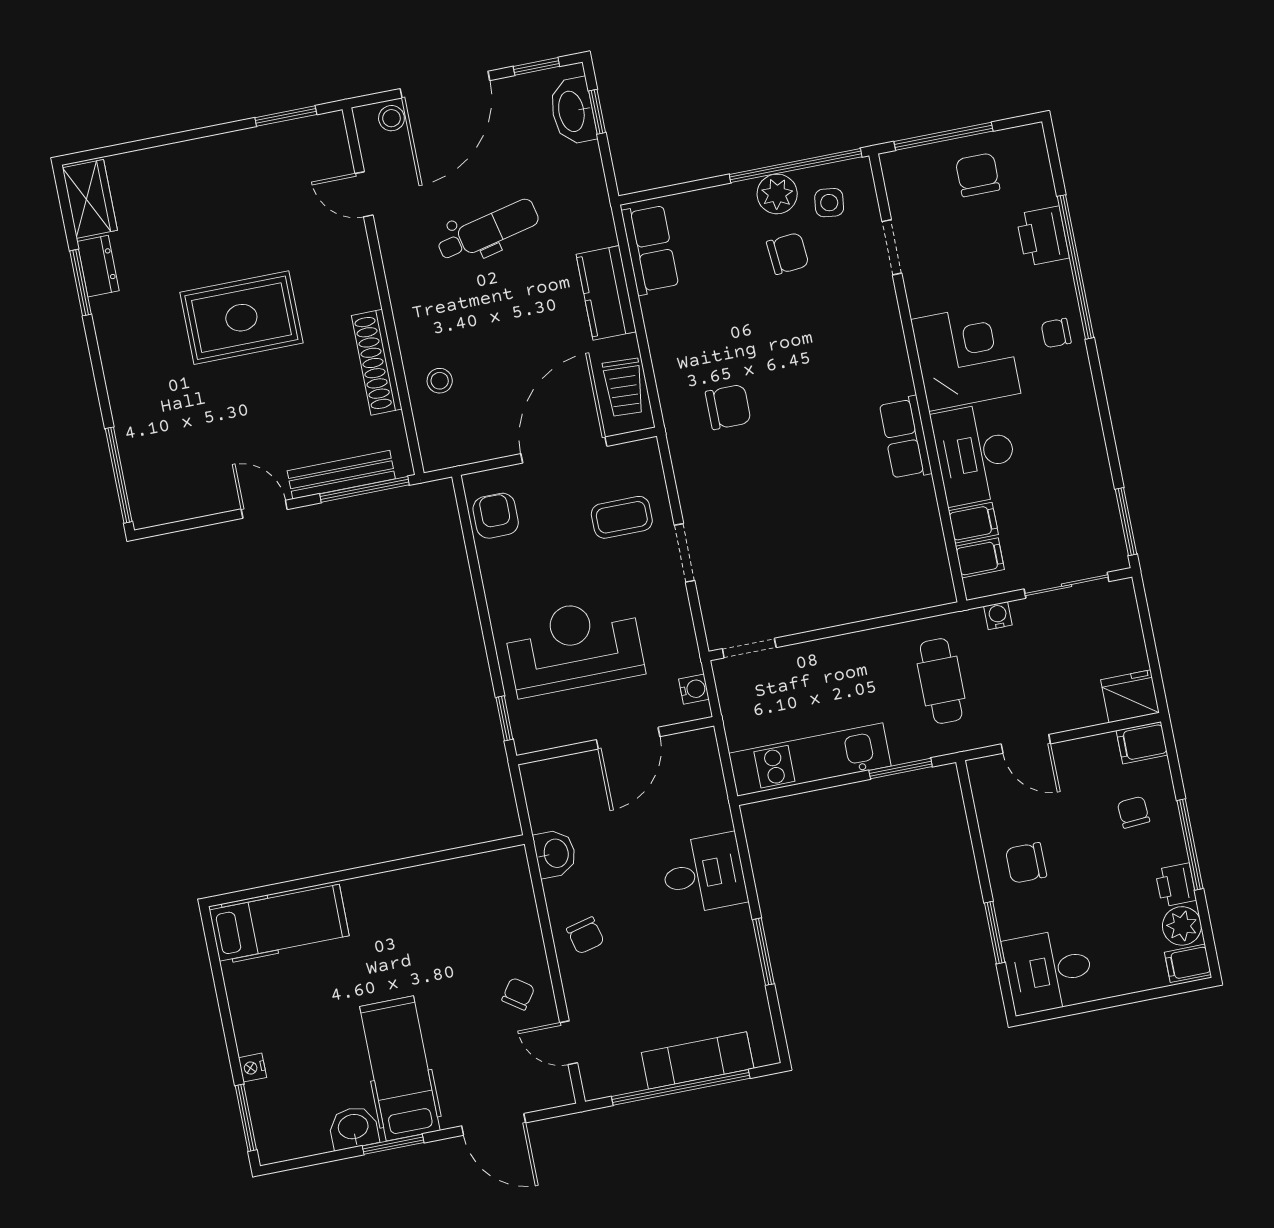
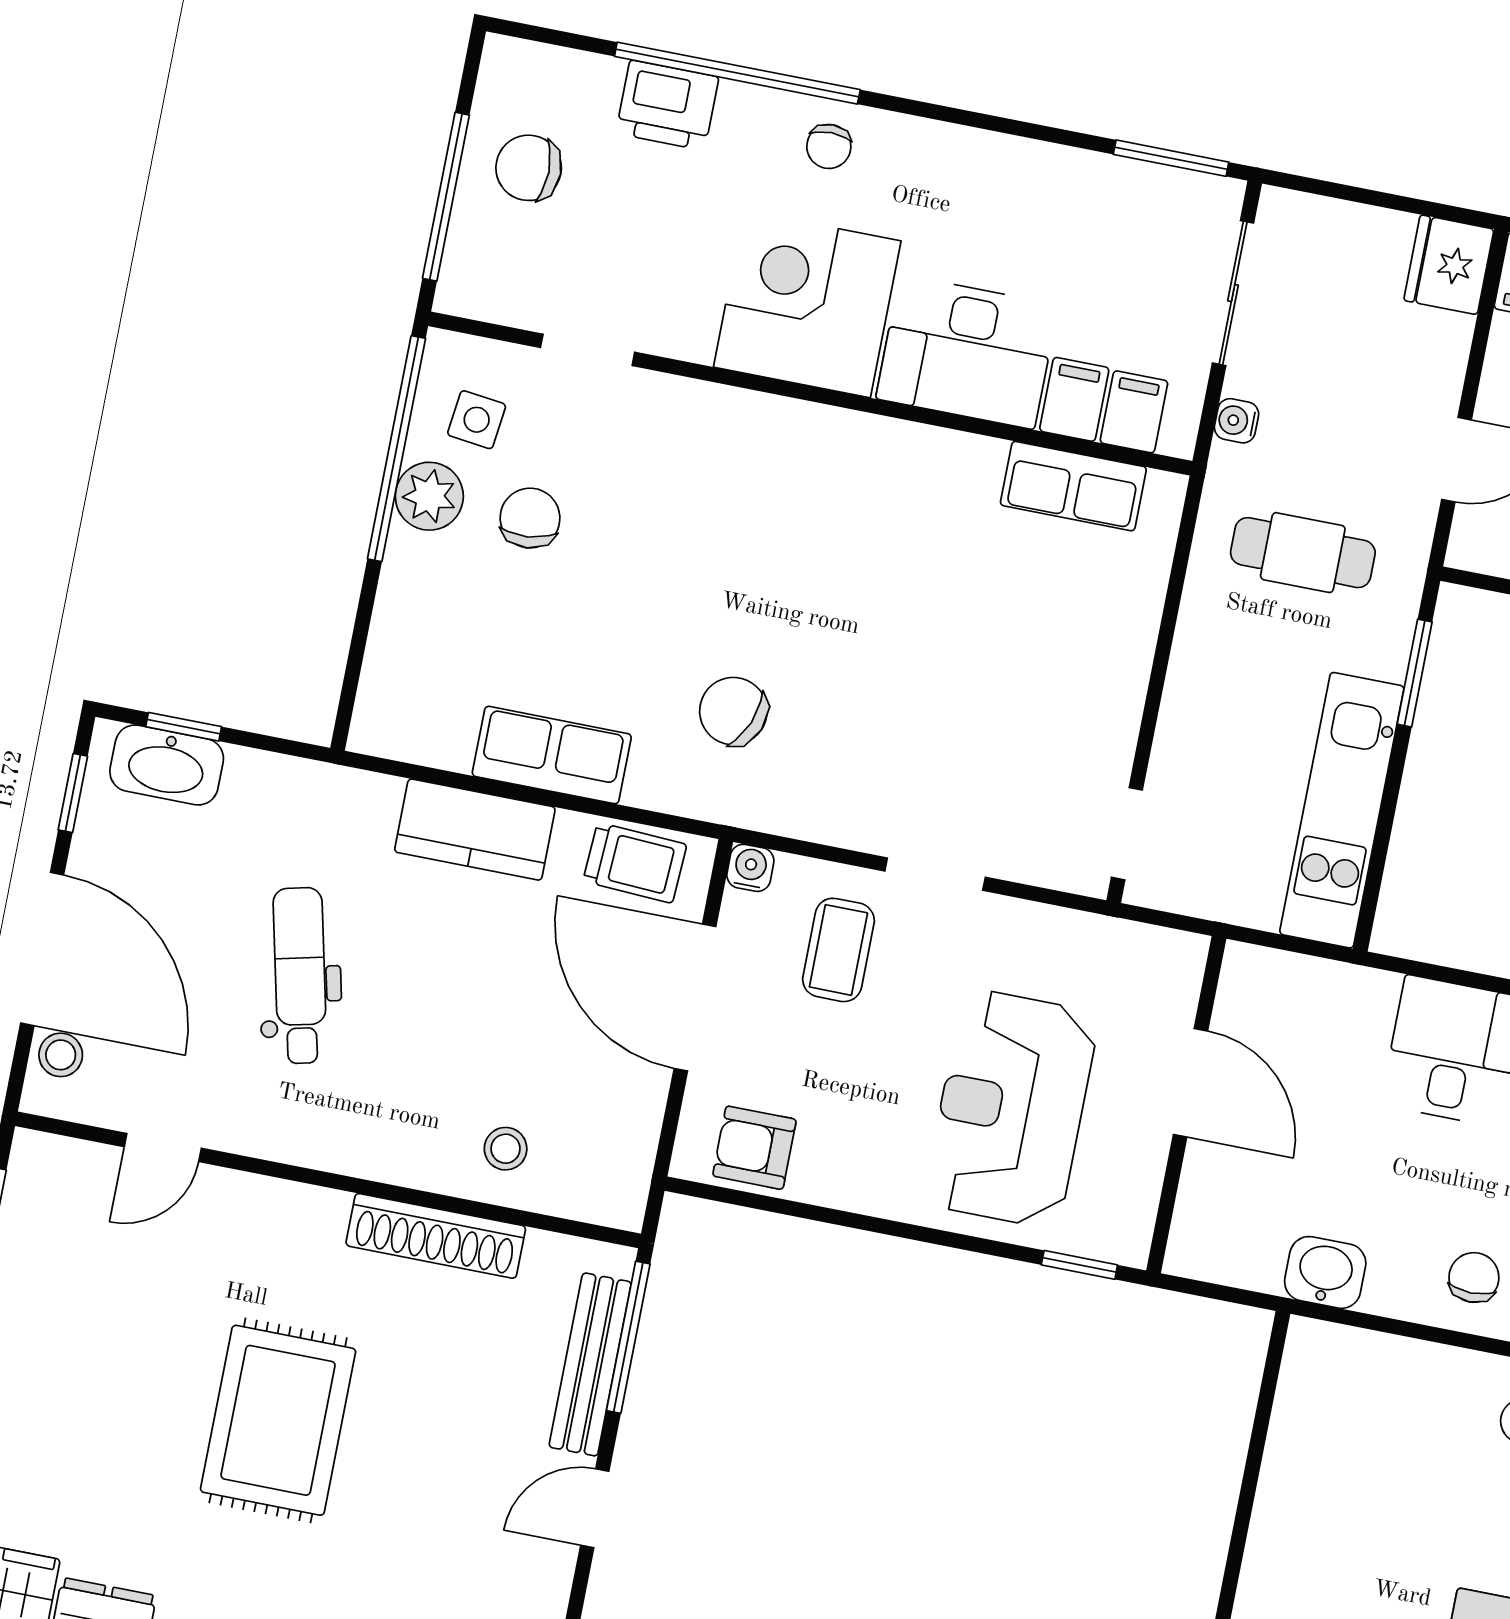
row of seats: (650, 249) -> (552, 755), moved
chair: (728, 407) -> (733, 711), turned -68
row of seats: (906, 438) -> (1073, 486), moved
water cooler: (694, 689) -> (750, 868), moved
chair: (585, 935) -> (1474, 1278), turned -76

